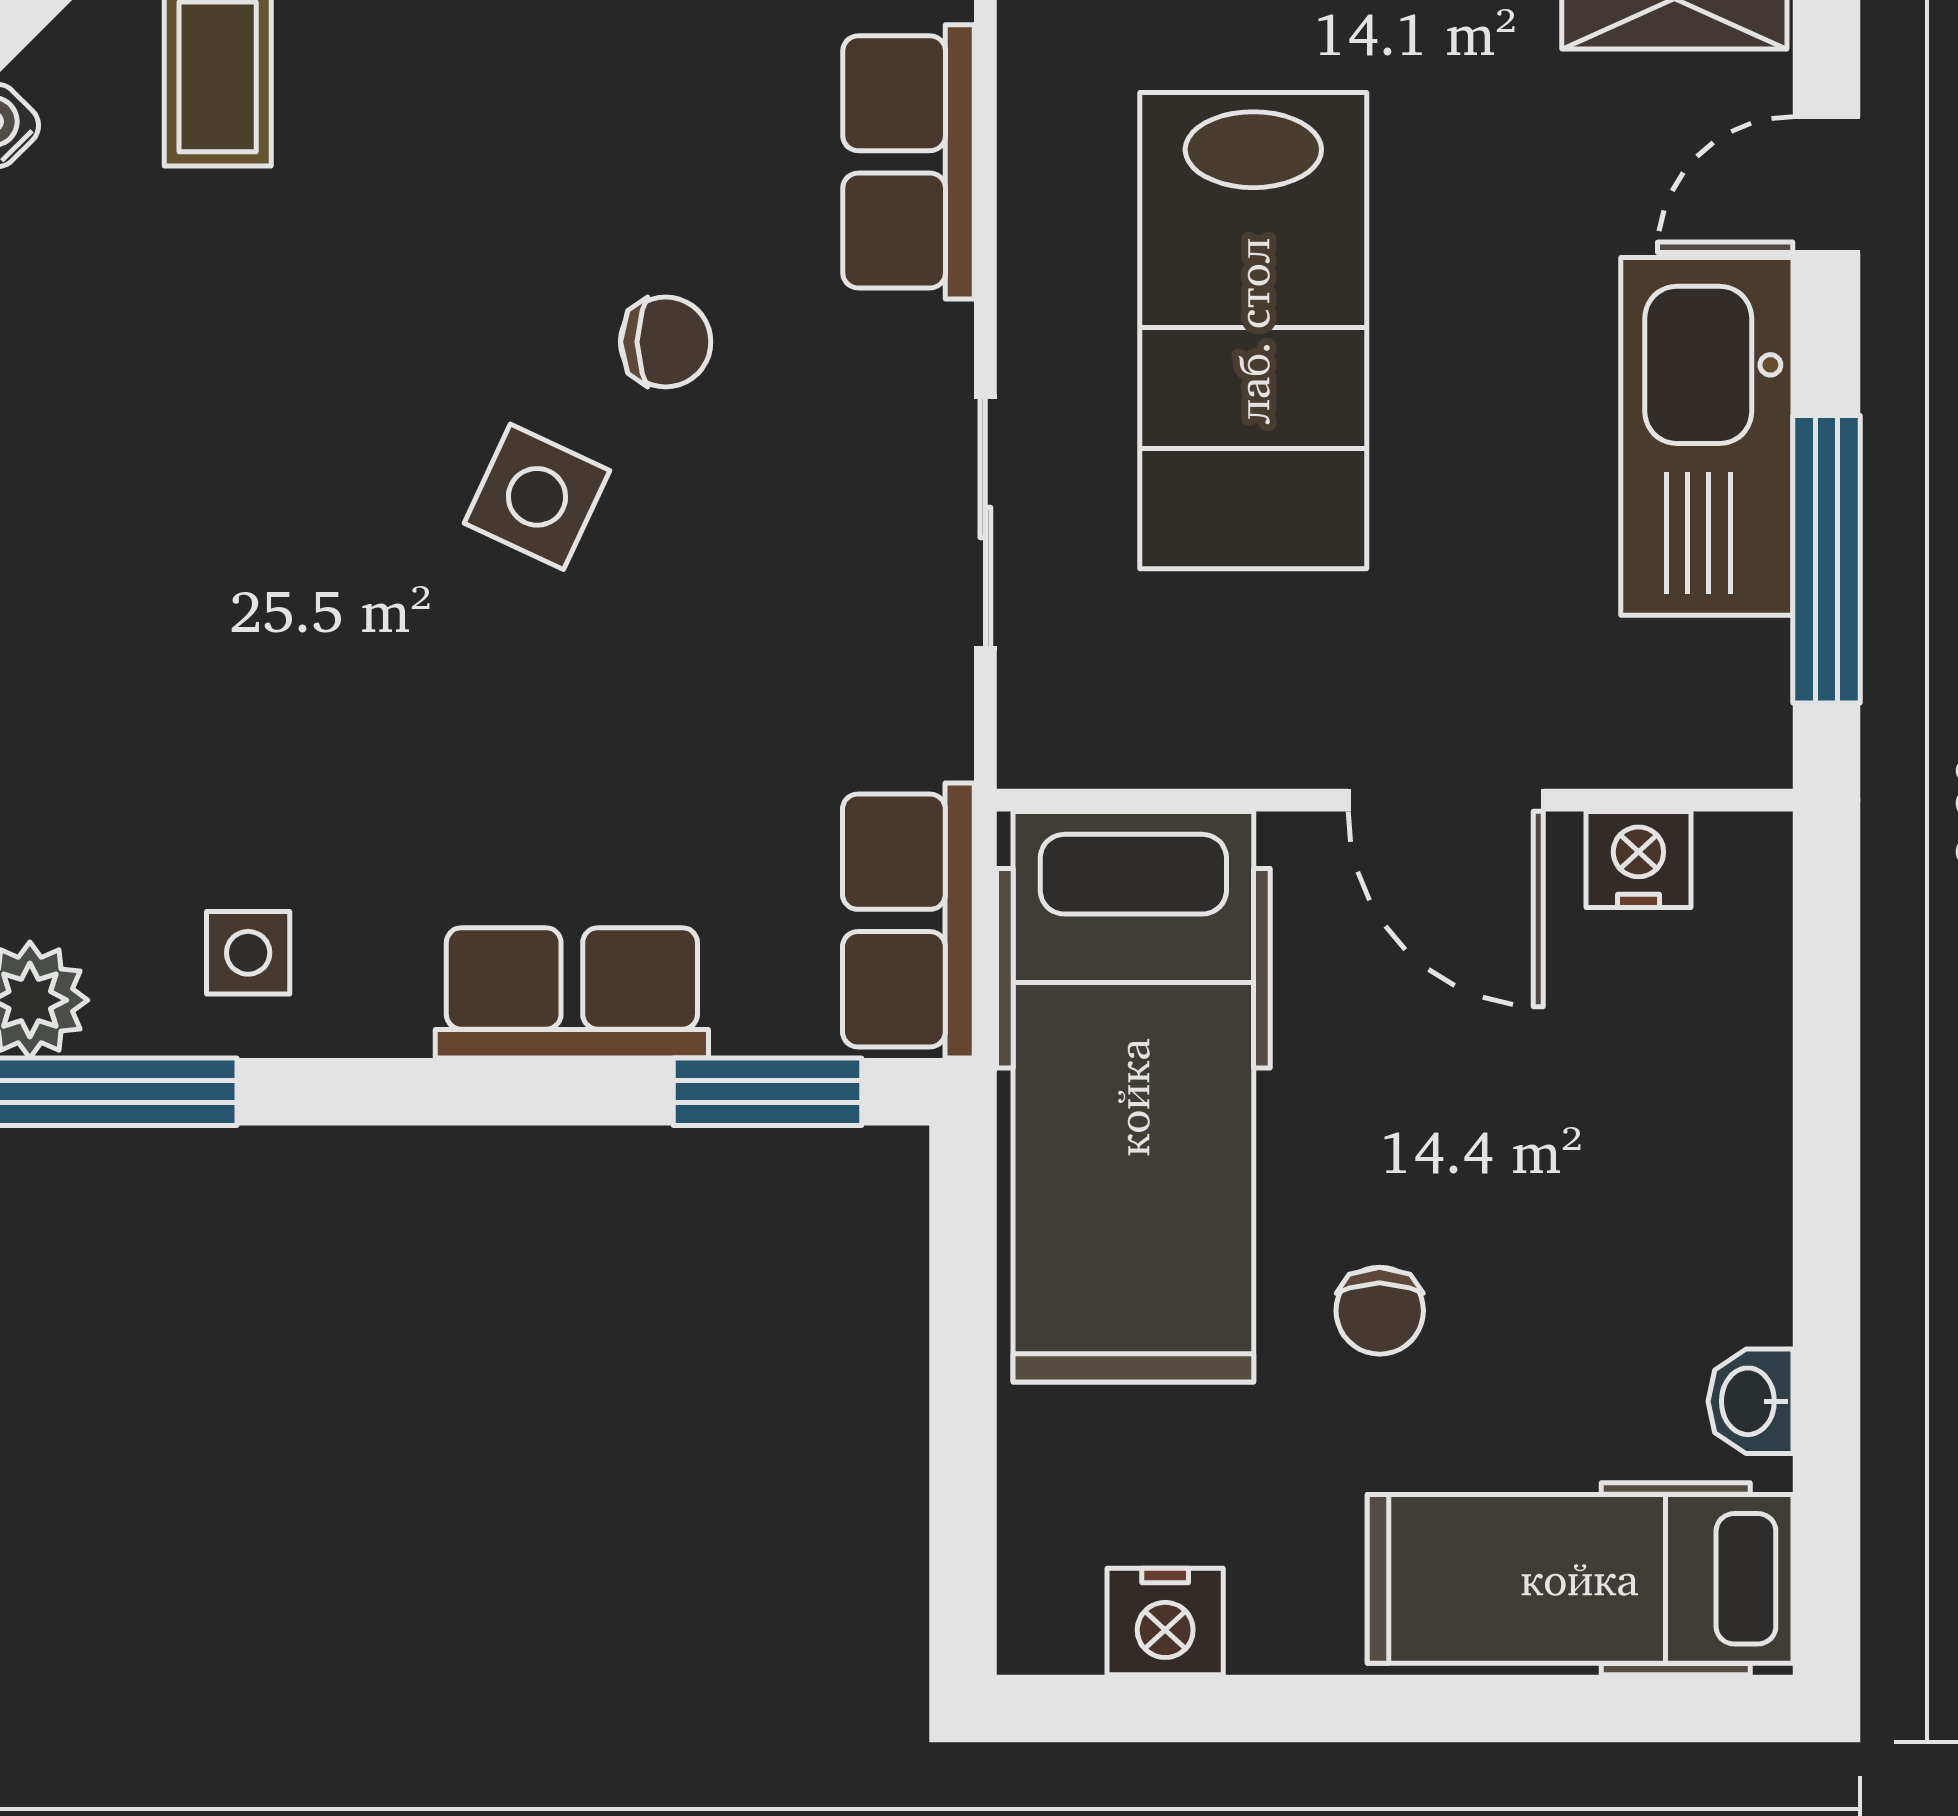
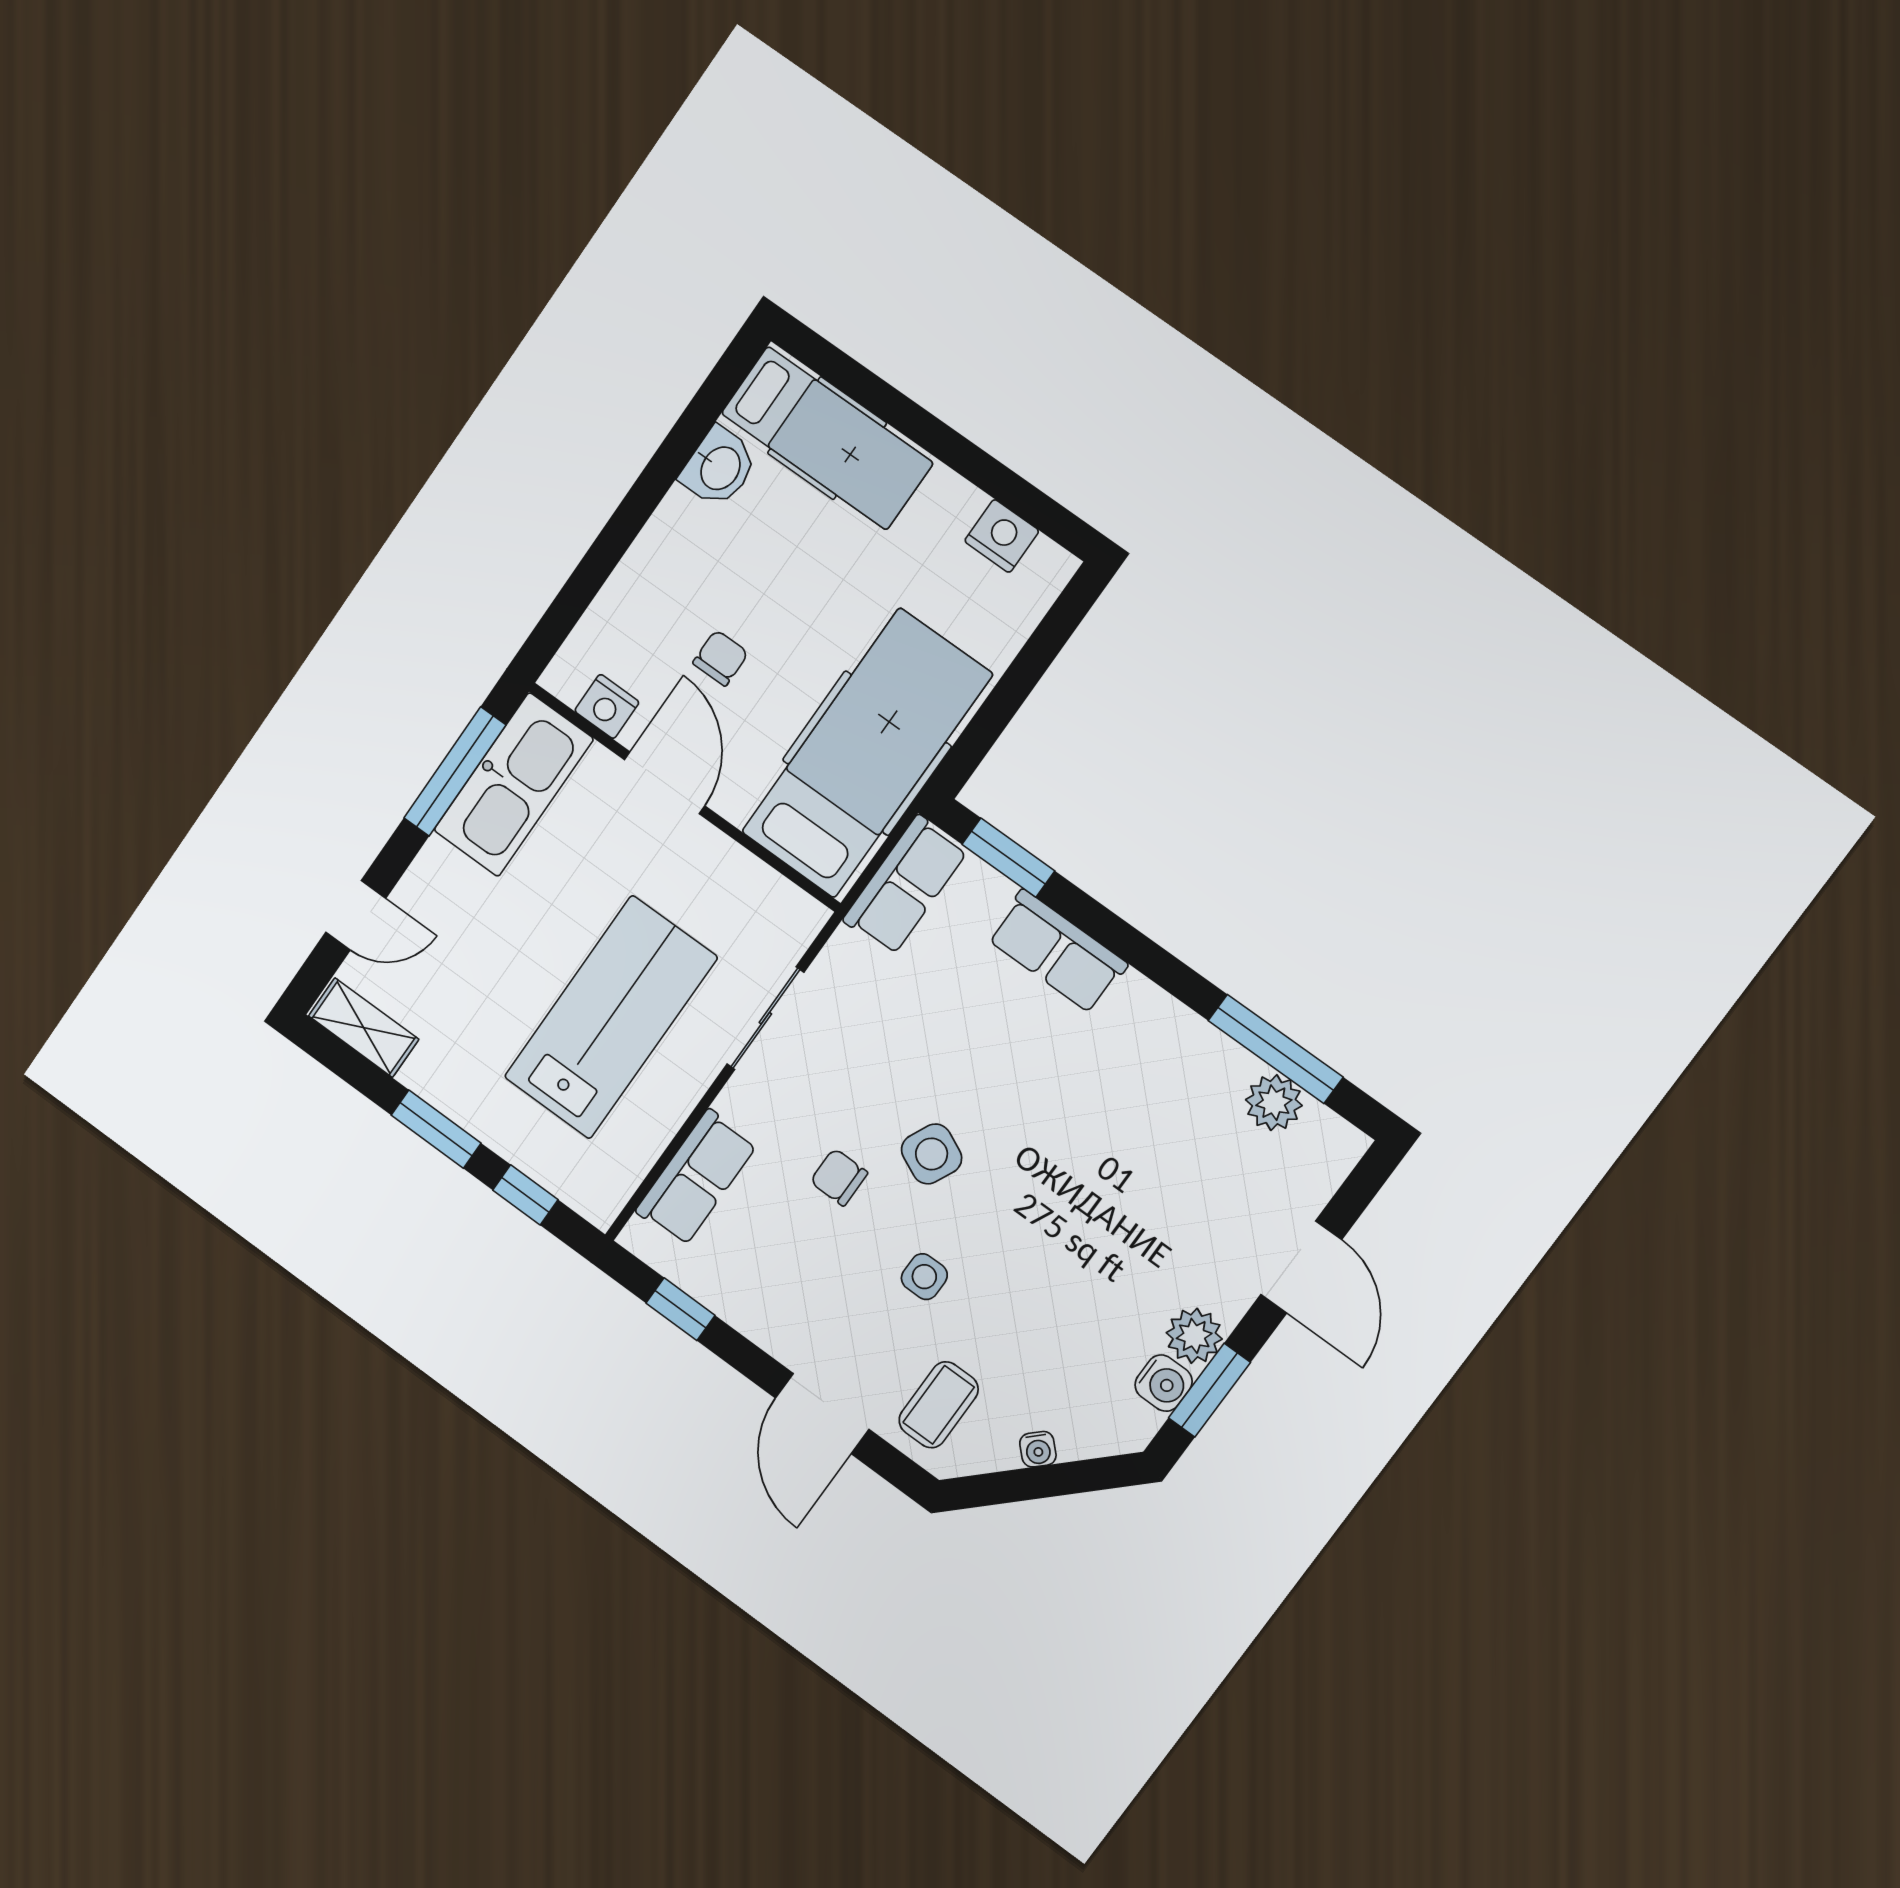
kitchen sink: (1707, 436) -> (514, 785), moved
side table: (248, 953) -> (924, 1277), moved
chair: (1380, 1311) -> (721, 658), moved
washbasin: (1750, 1401) -> (719, 467), width x1.38, depth x1.45

